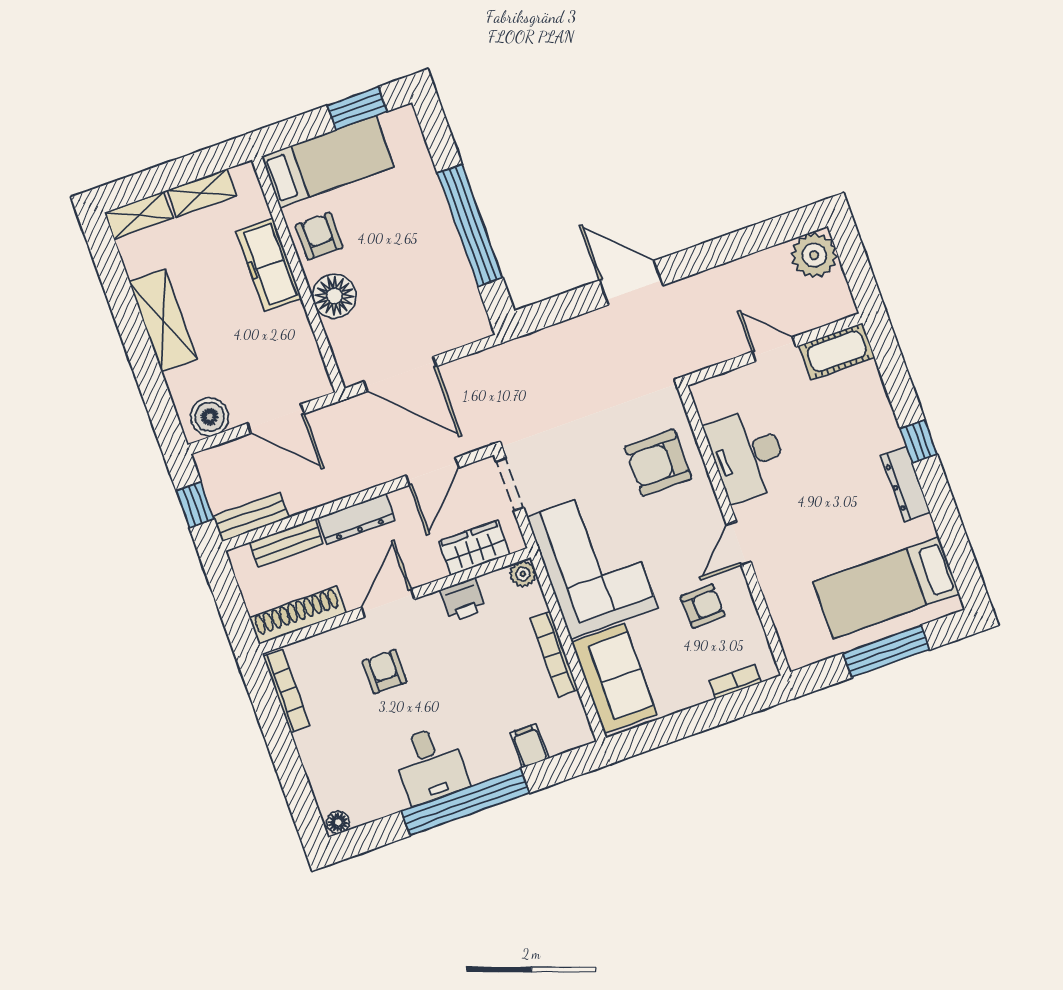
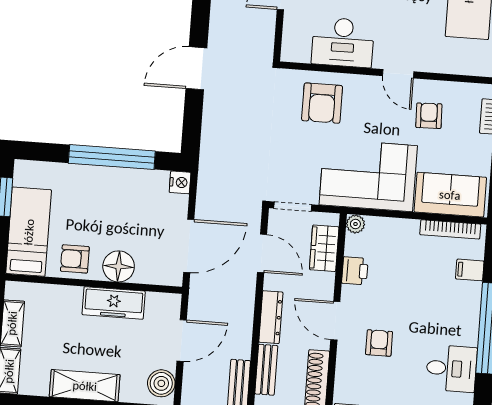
freezer: (269, 265) -> (114, 303), moved
nightstand: (476, 327) -> (180, 182), added
bookcase: (554, 654) -> (450, 229), moved
armchair: (385, 672) -> (379, 343), turned 90
desk: (430, 765) -> (451, 369), moved

